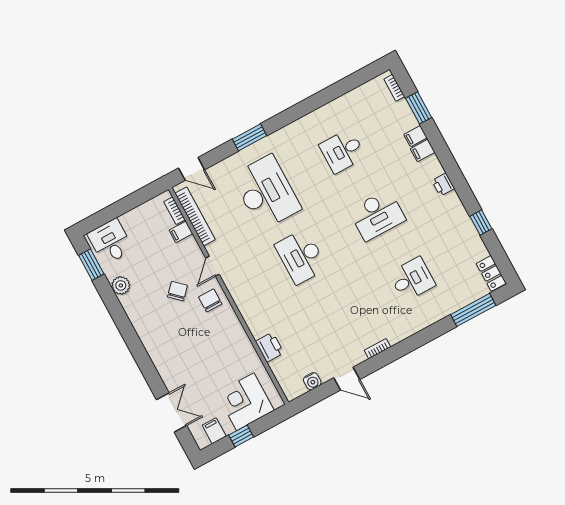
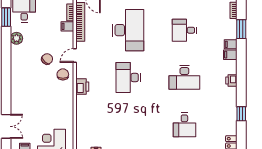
desk: (412, 279) -> (184, 125), turned 90
printer: (270, 347) -> (82, 87), moved

